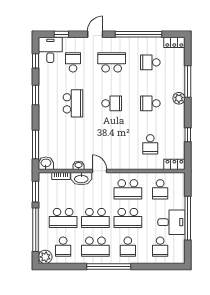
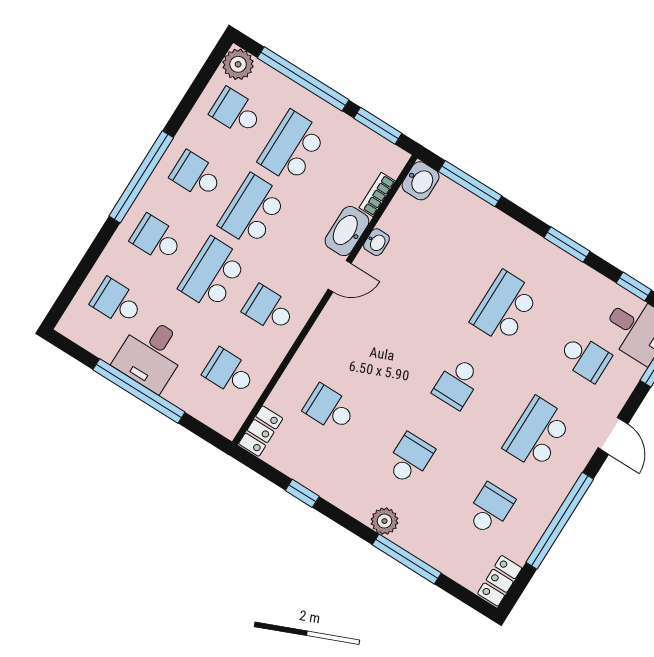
school desk: (112, 62) -> (537, 433), turned 180
school desk: (73, 103) -> (505, 307), turned 90
school desk: (128, 189) -> (269, 309), width x0.54
school desk: (95, 247) -> (196, 175), width x0.54

